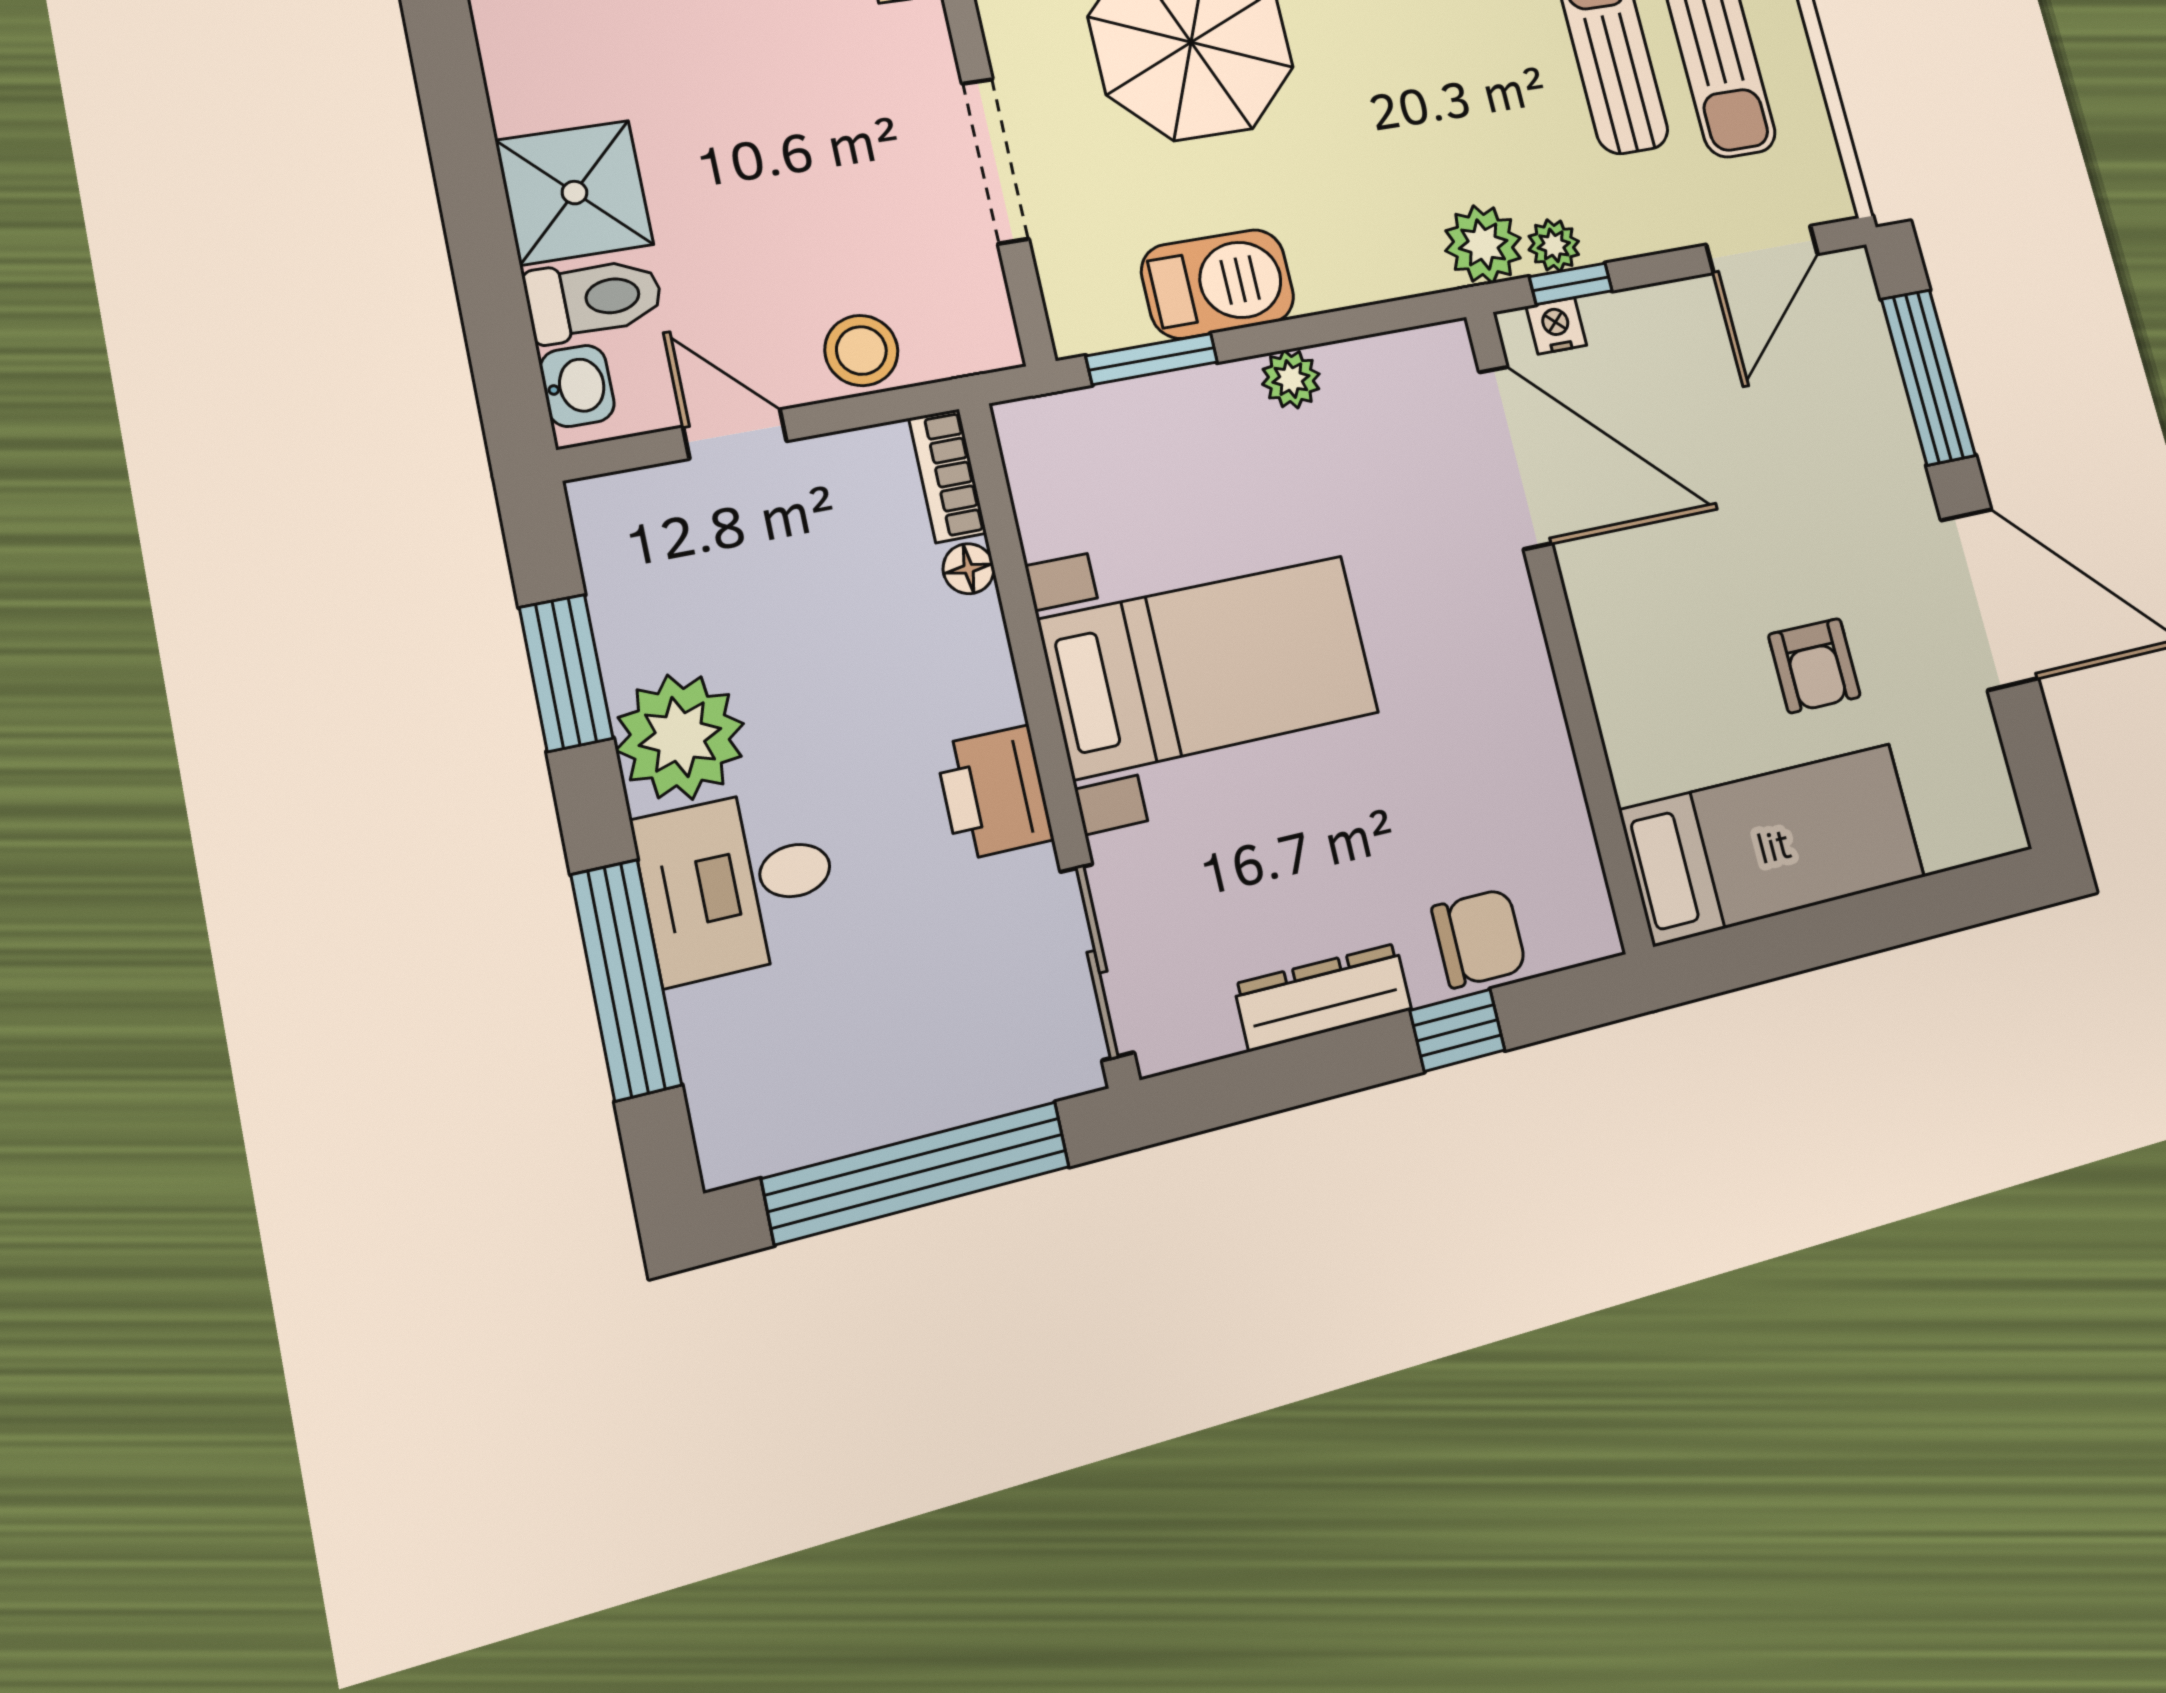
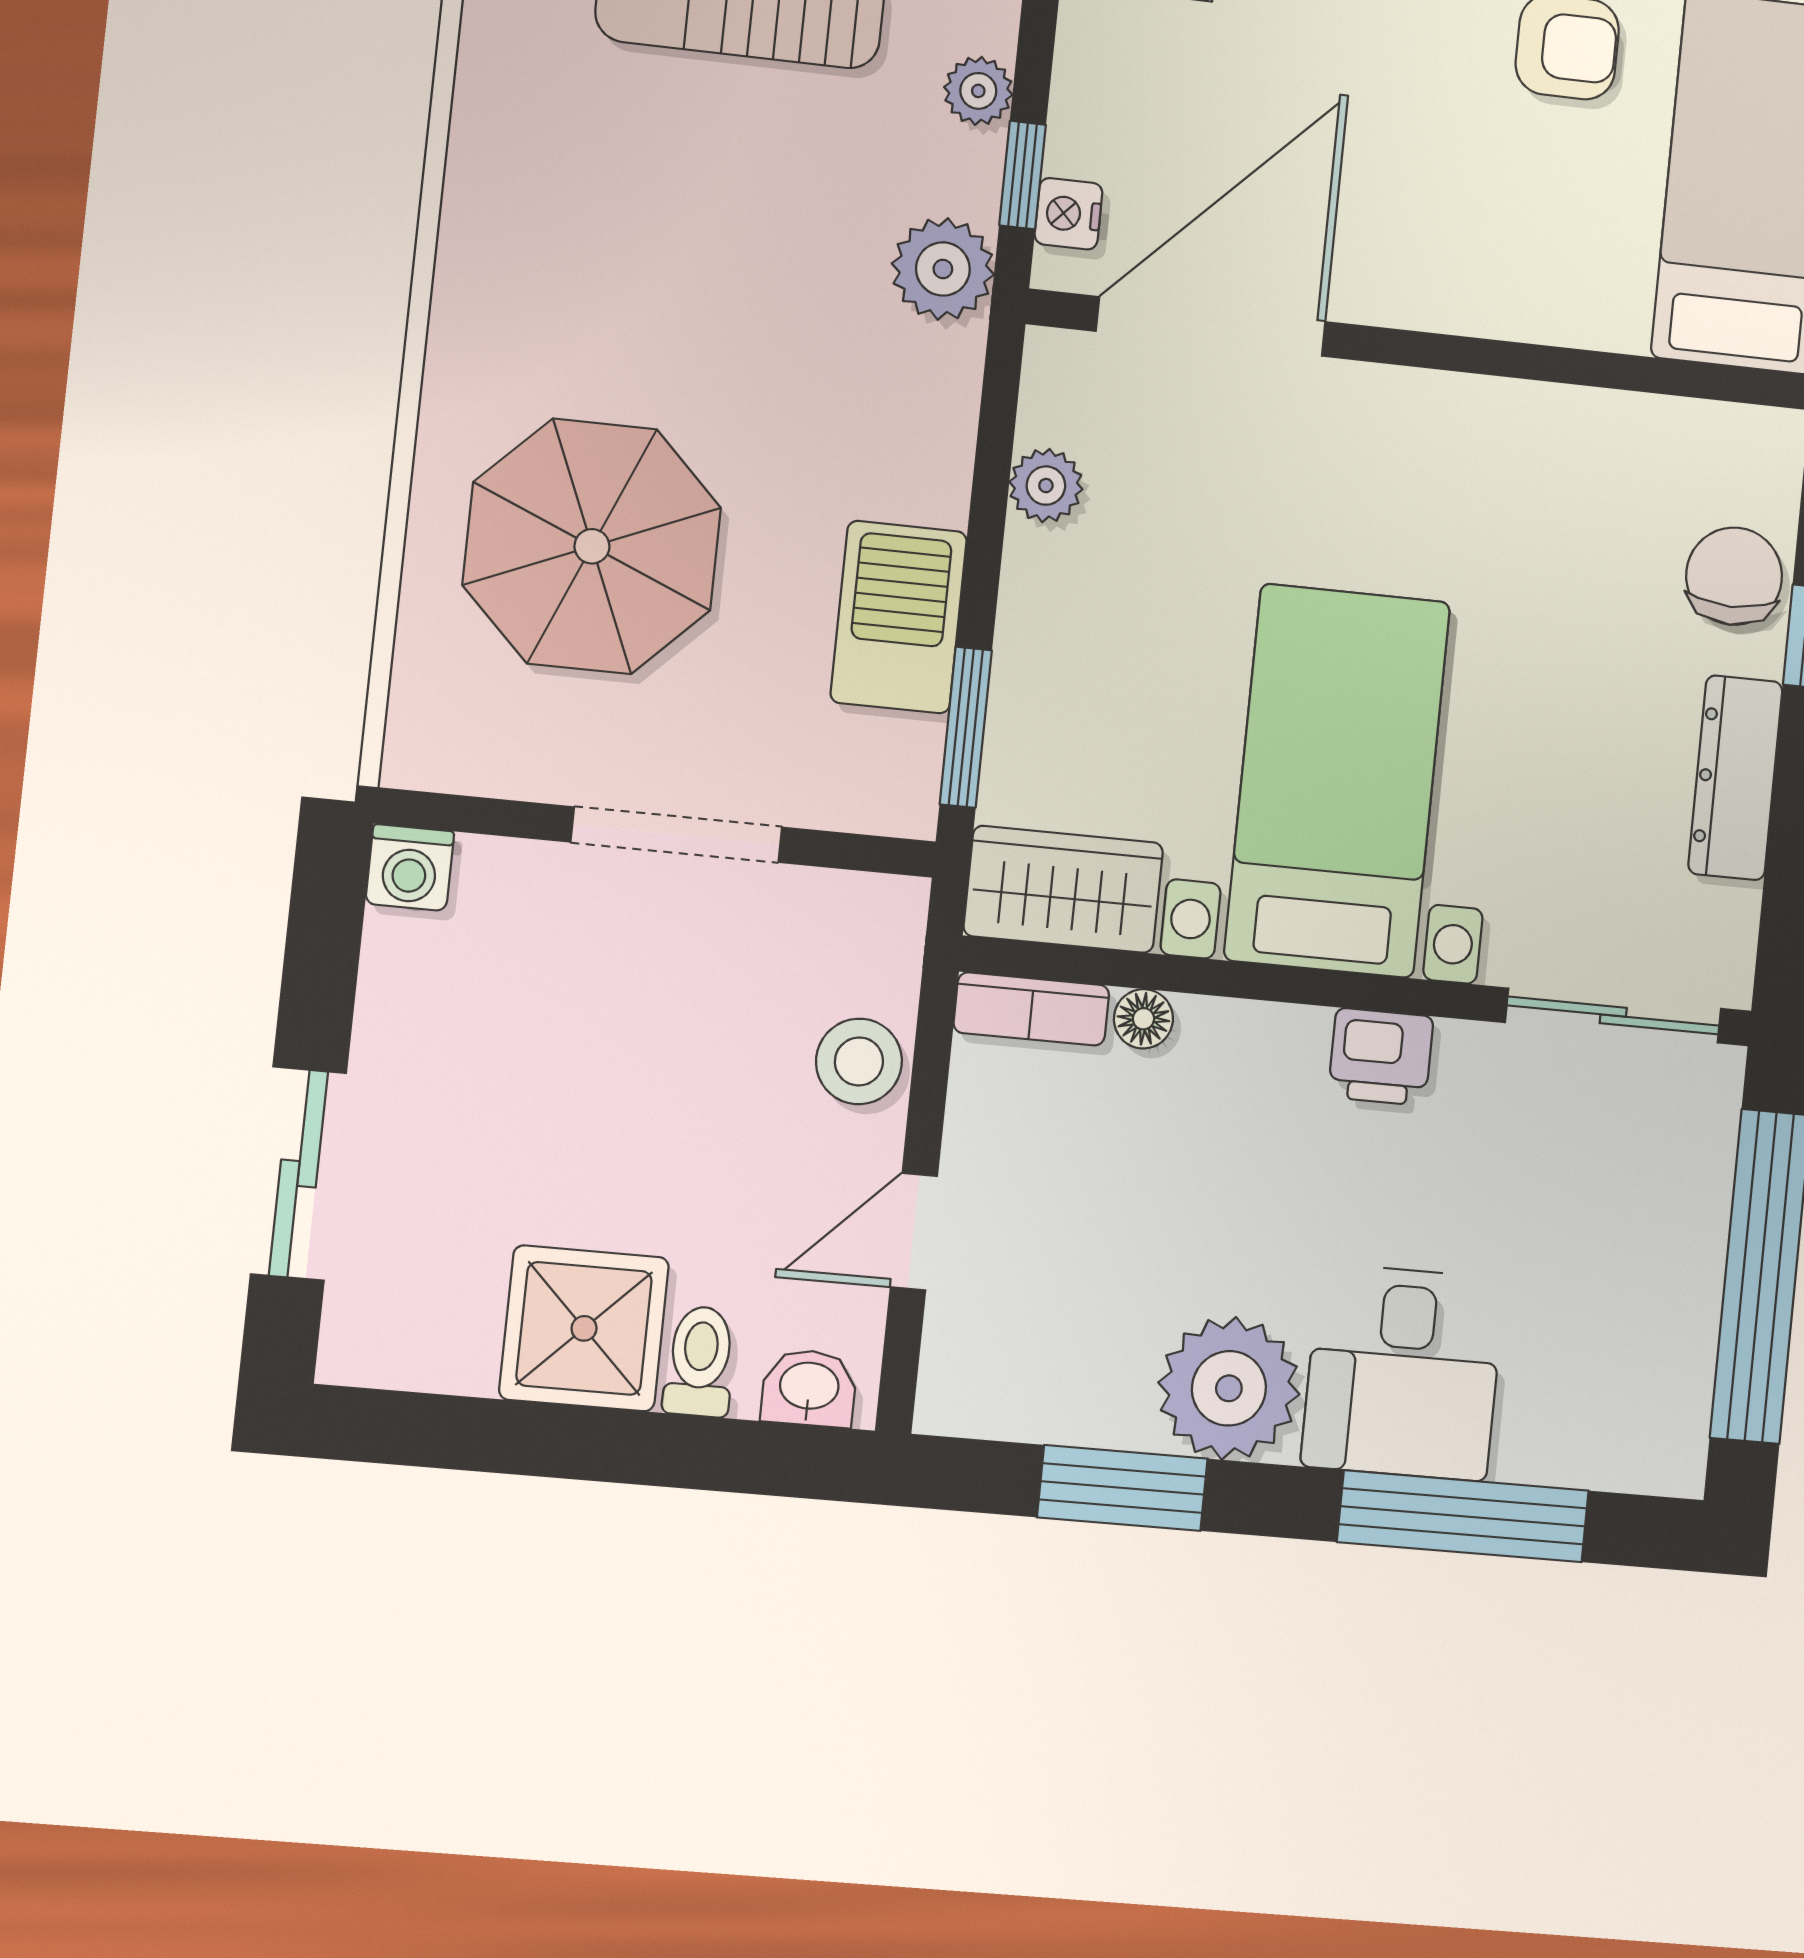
plant: (1554, 245) -> (978, 91), moved
toilet: (594, 299) -> (700, 1361), width x0.73, depth x0.72
plant: (1291, 379) -> (1046, 486), moved
wardrobe: (1051, 473) -> (1063, 889), added
printer: (994, 793) -> (1381, 1057), width x0.73, depth x0.81

